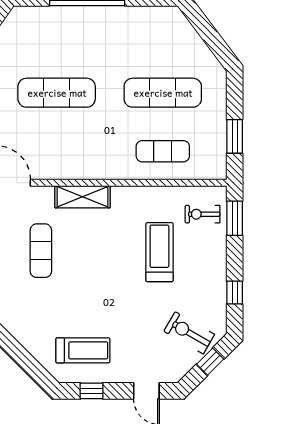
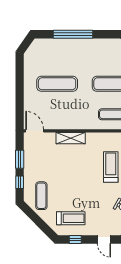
exercise mat: (41, 251) -> (41, 196), moved

